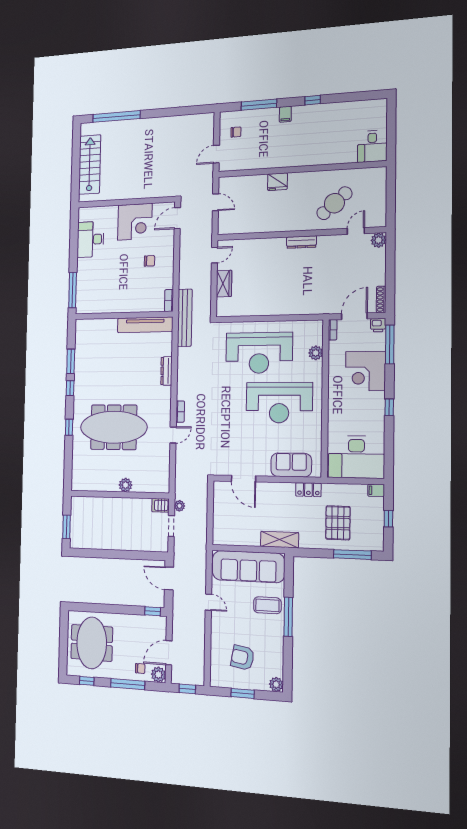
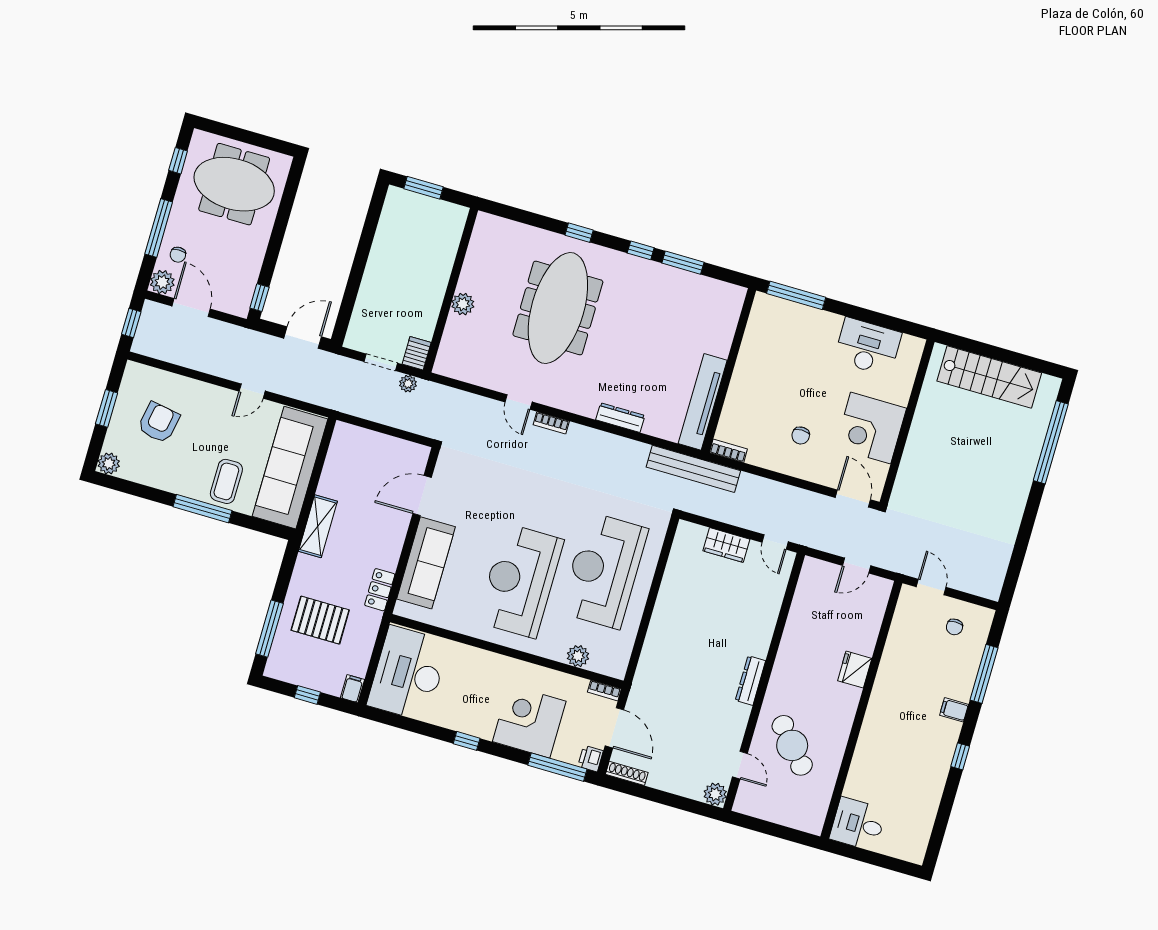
sofa: (291, 465) -> (426, 563), width x1.36

